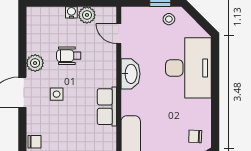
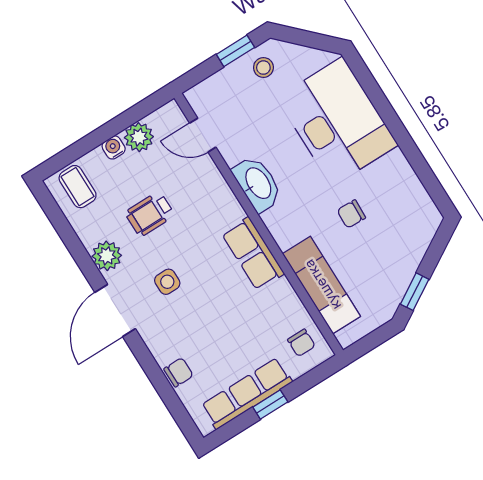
coffee table: (42, 20) -> (78, 187), added
chair: (195, 136) -> (351, 214), moved

